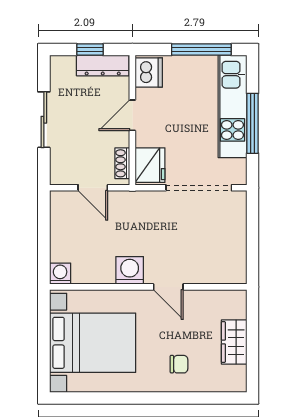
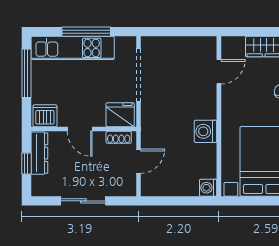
door: (168, 287) -> (219, 72), moved

